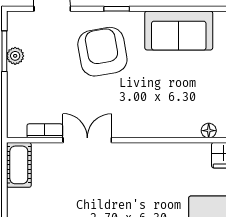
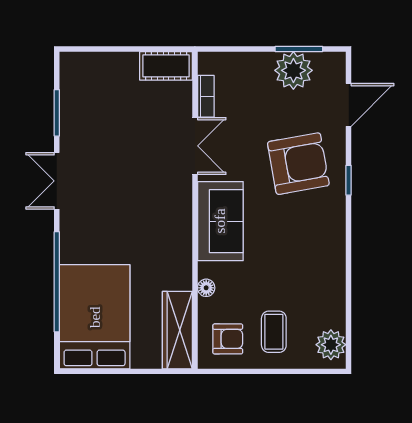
sofa: (179, 31) -> (220, 221), moved, turned 180
plant: (15, 56) -> (293, 70), width x1.88, depth x1.88

